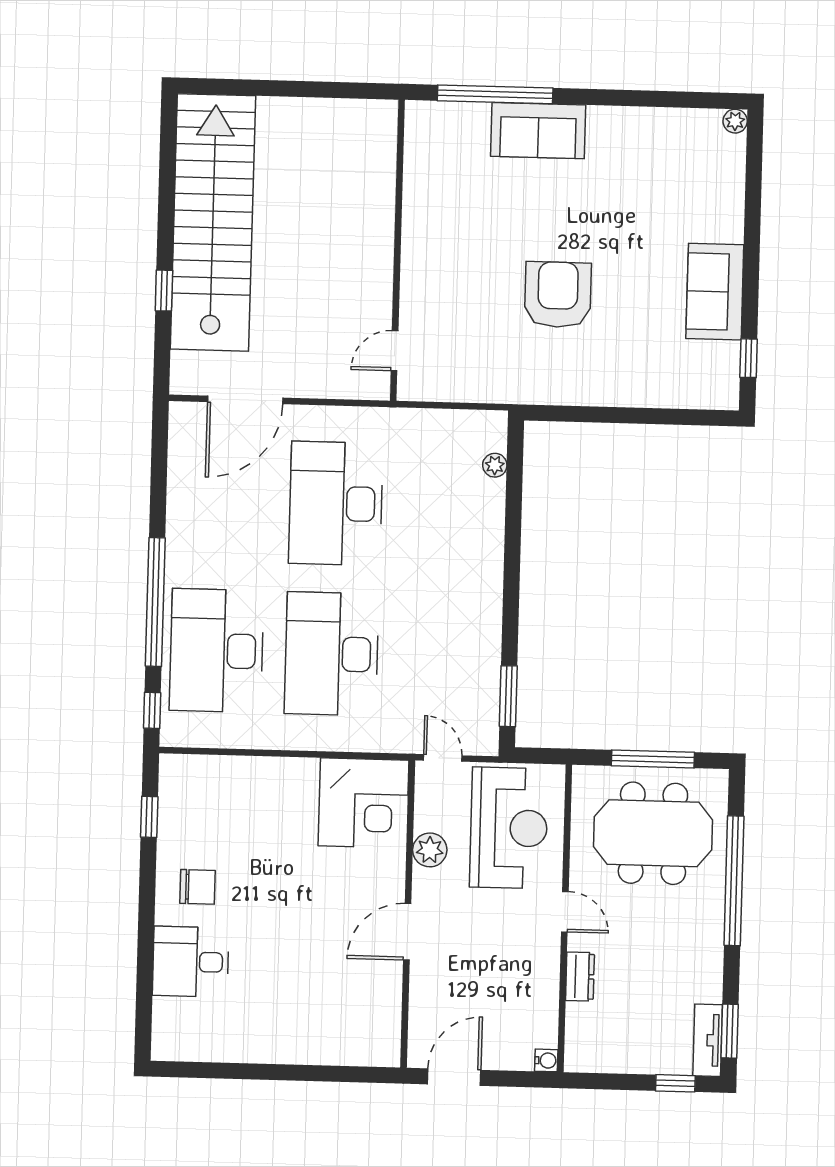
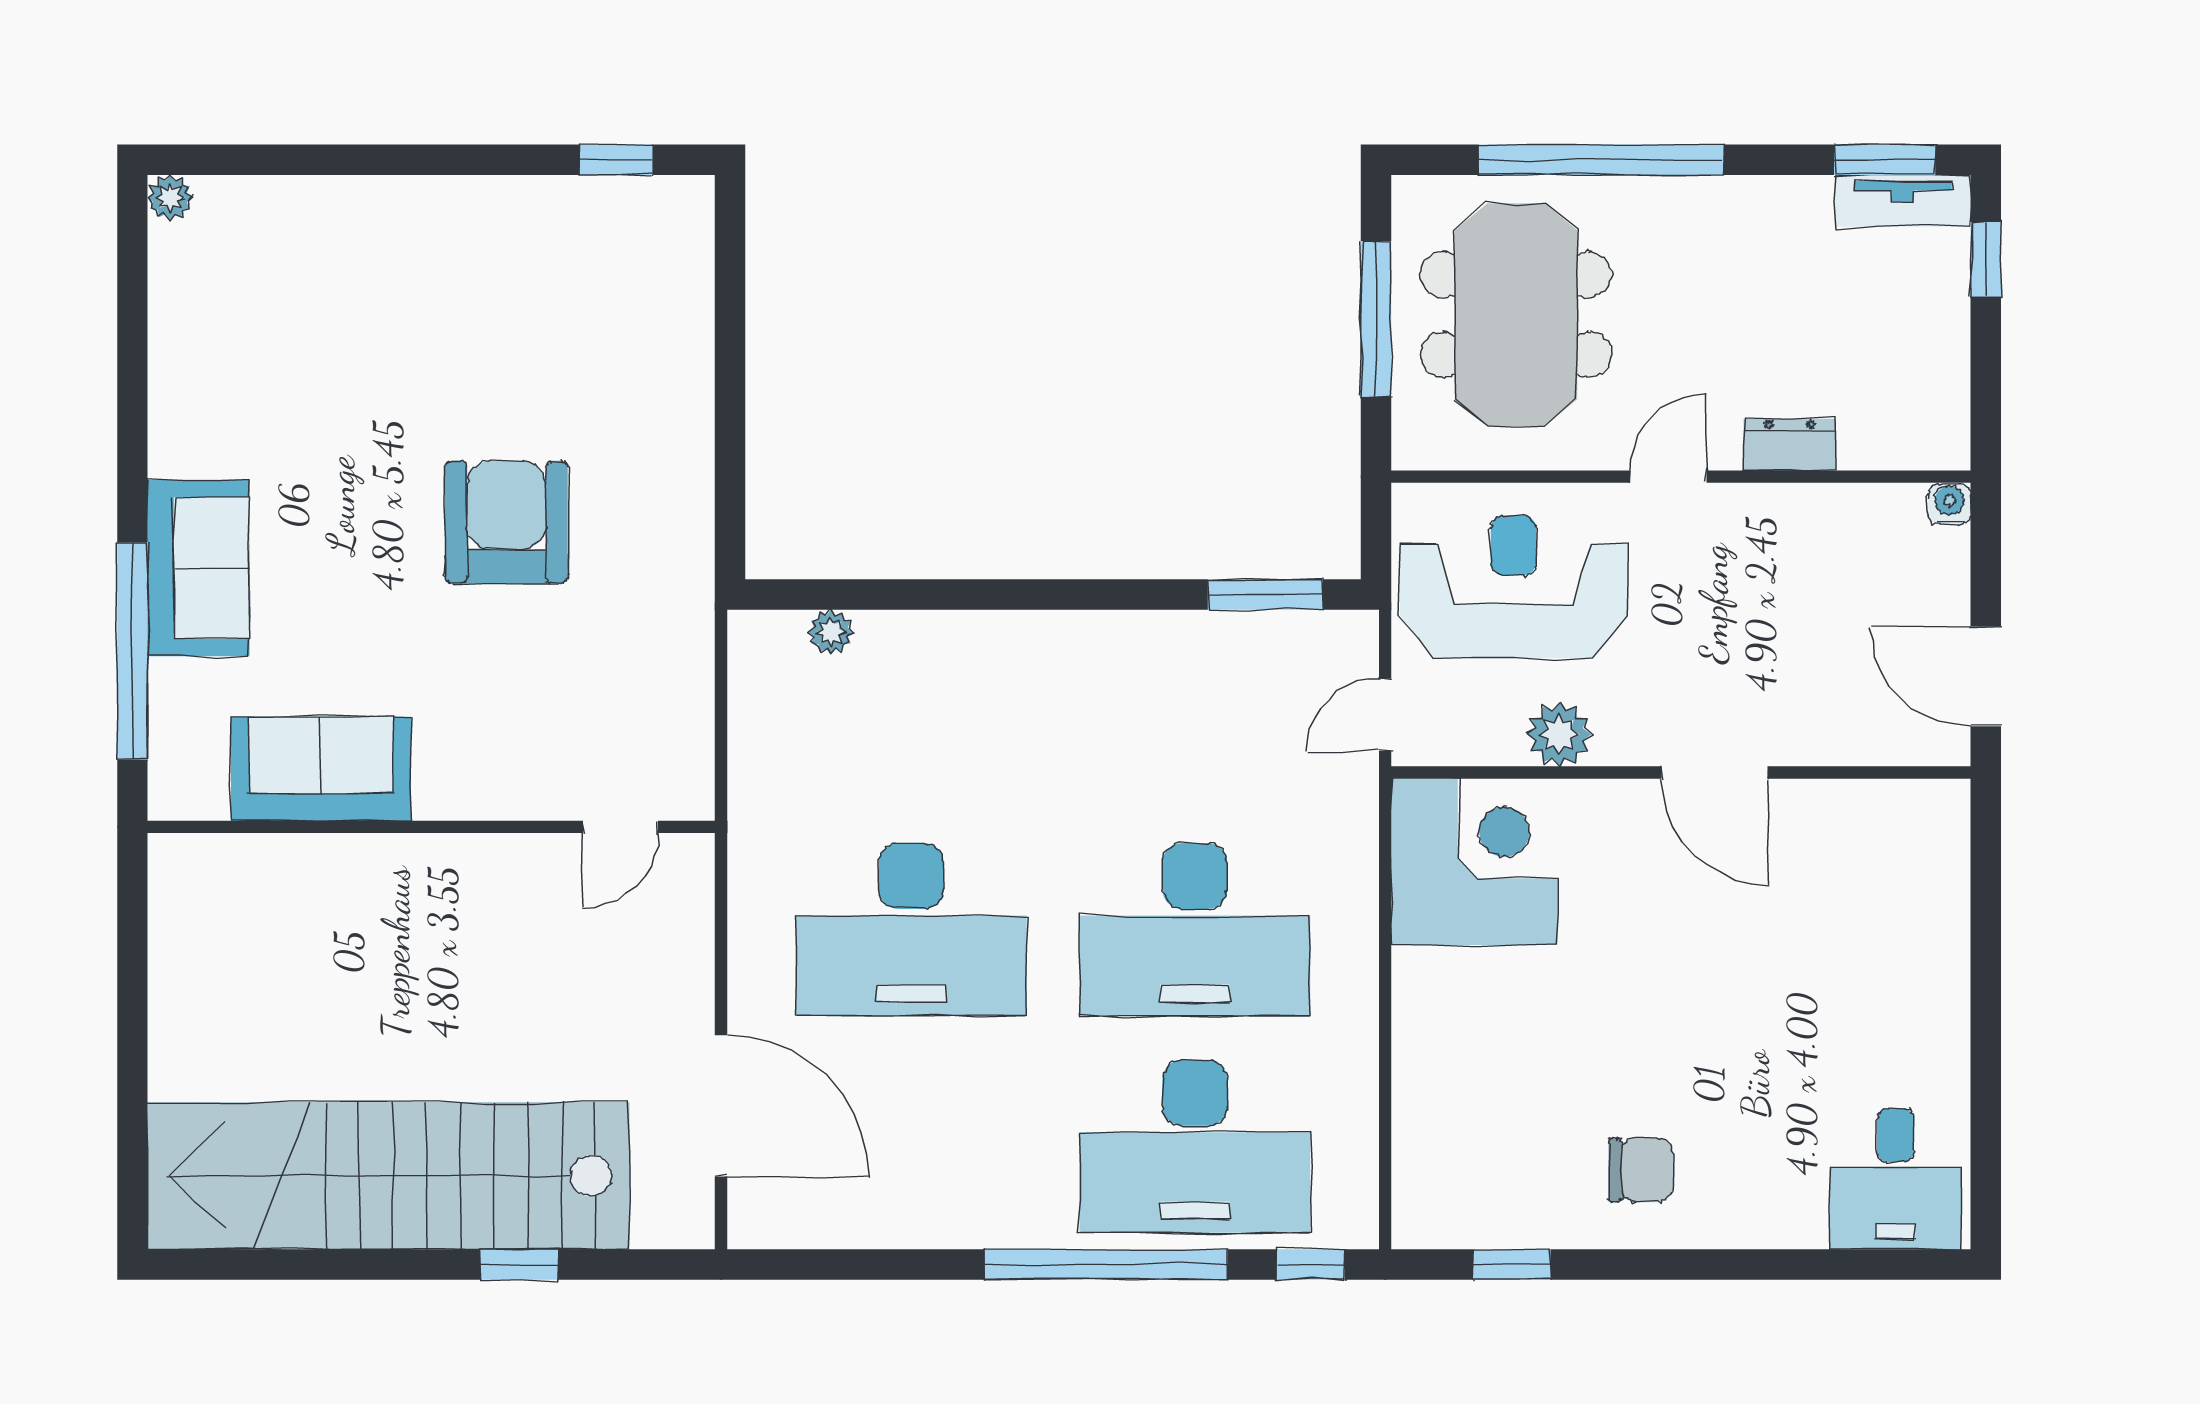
sofa: (715, 292) -> (321, 769), moved, turned 180
armchair: (558, 295) -> (506, 522), turned 90
door: (395, 351) -> (620, 827), hinge flipped
chair: (197, 887) -> (1641, 1170), turned 90
desk: (191, 962) -> (1895, 1179), moved

